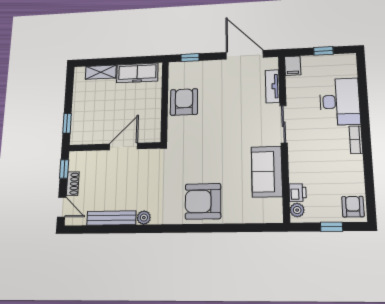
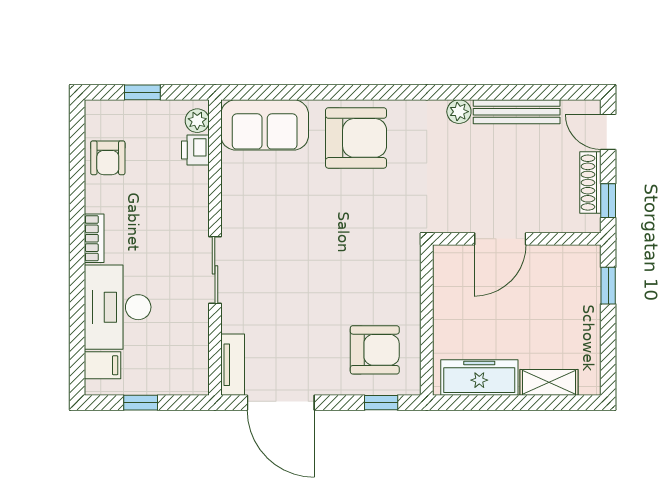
filing cabinet: (293, 66) -> (102, 365), moved, turned 90
tv unit: (272, 86) -> (233, 365), moved
armchair: (184, 102) -> (375, 350), moved, turned -90
sofa: (267, 172) -> (265, 125), moved, turned 90
shoe rack: (73, 184) -> (590, 183), width x1.43
armchair: (353, 207) -> (108, 158), moved

